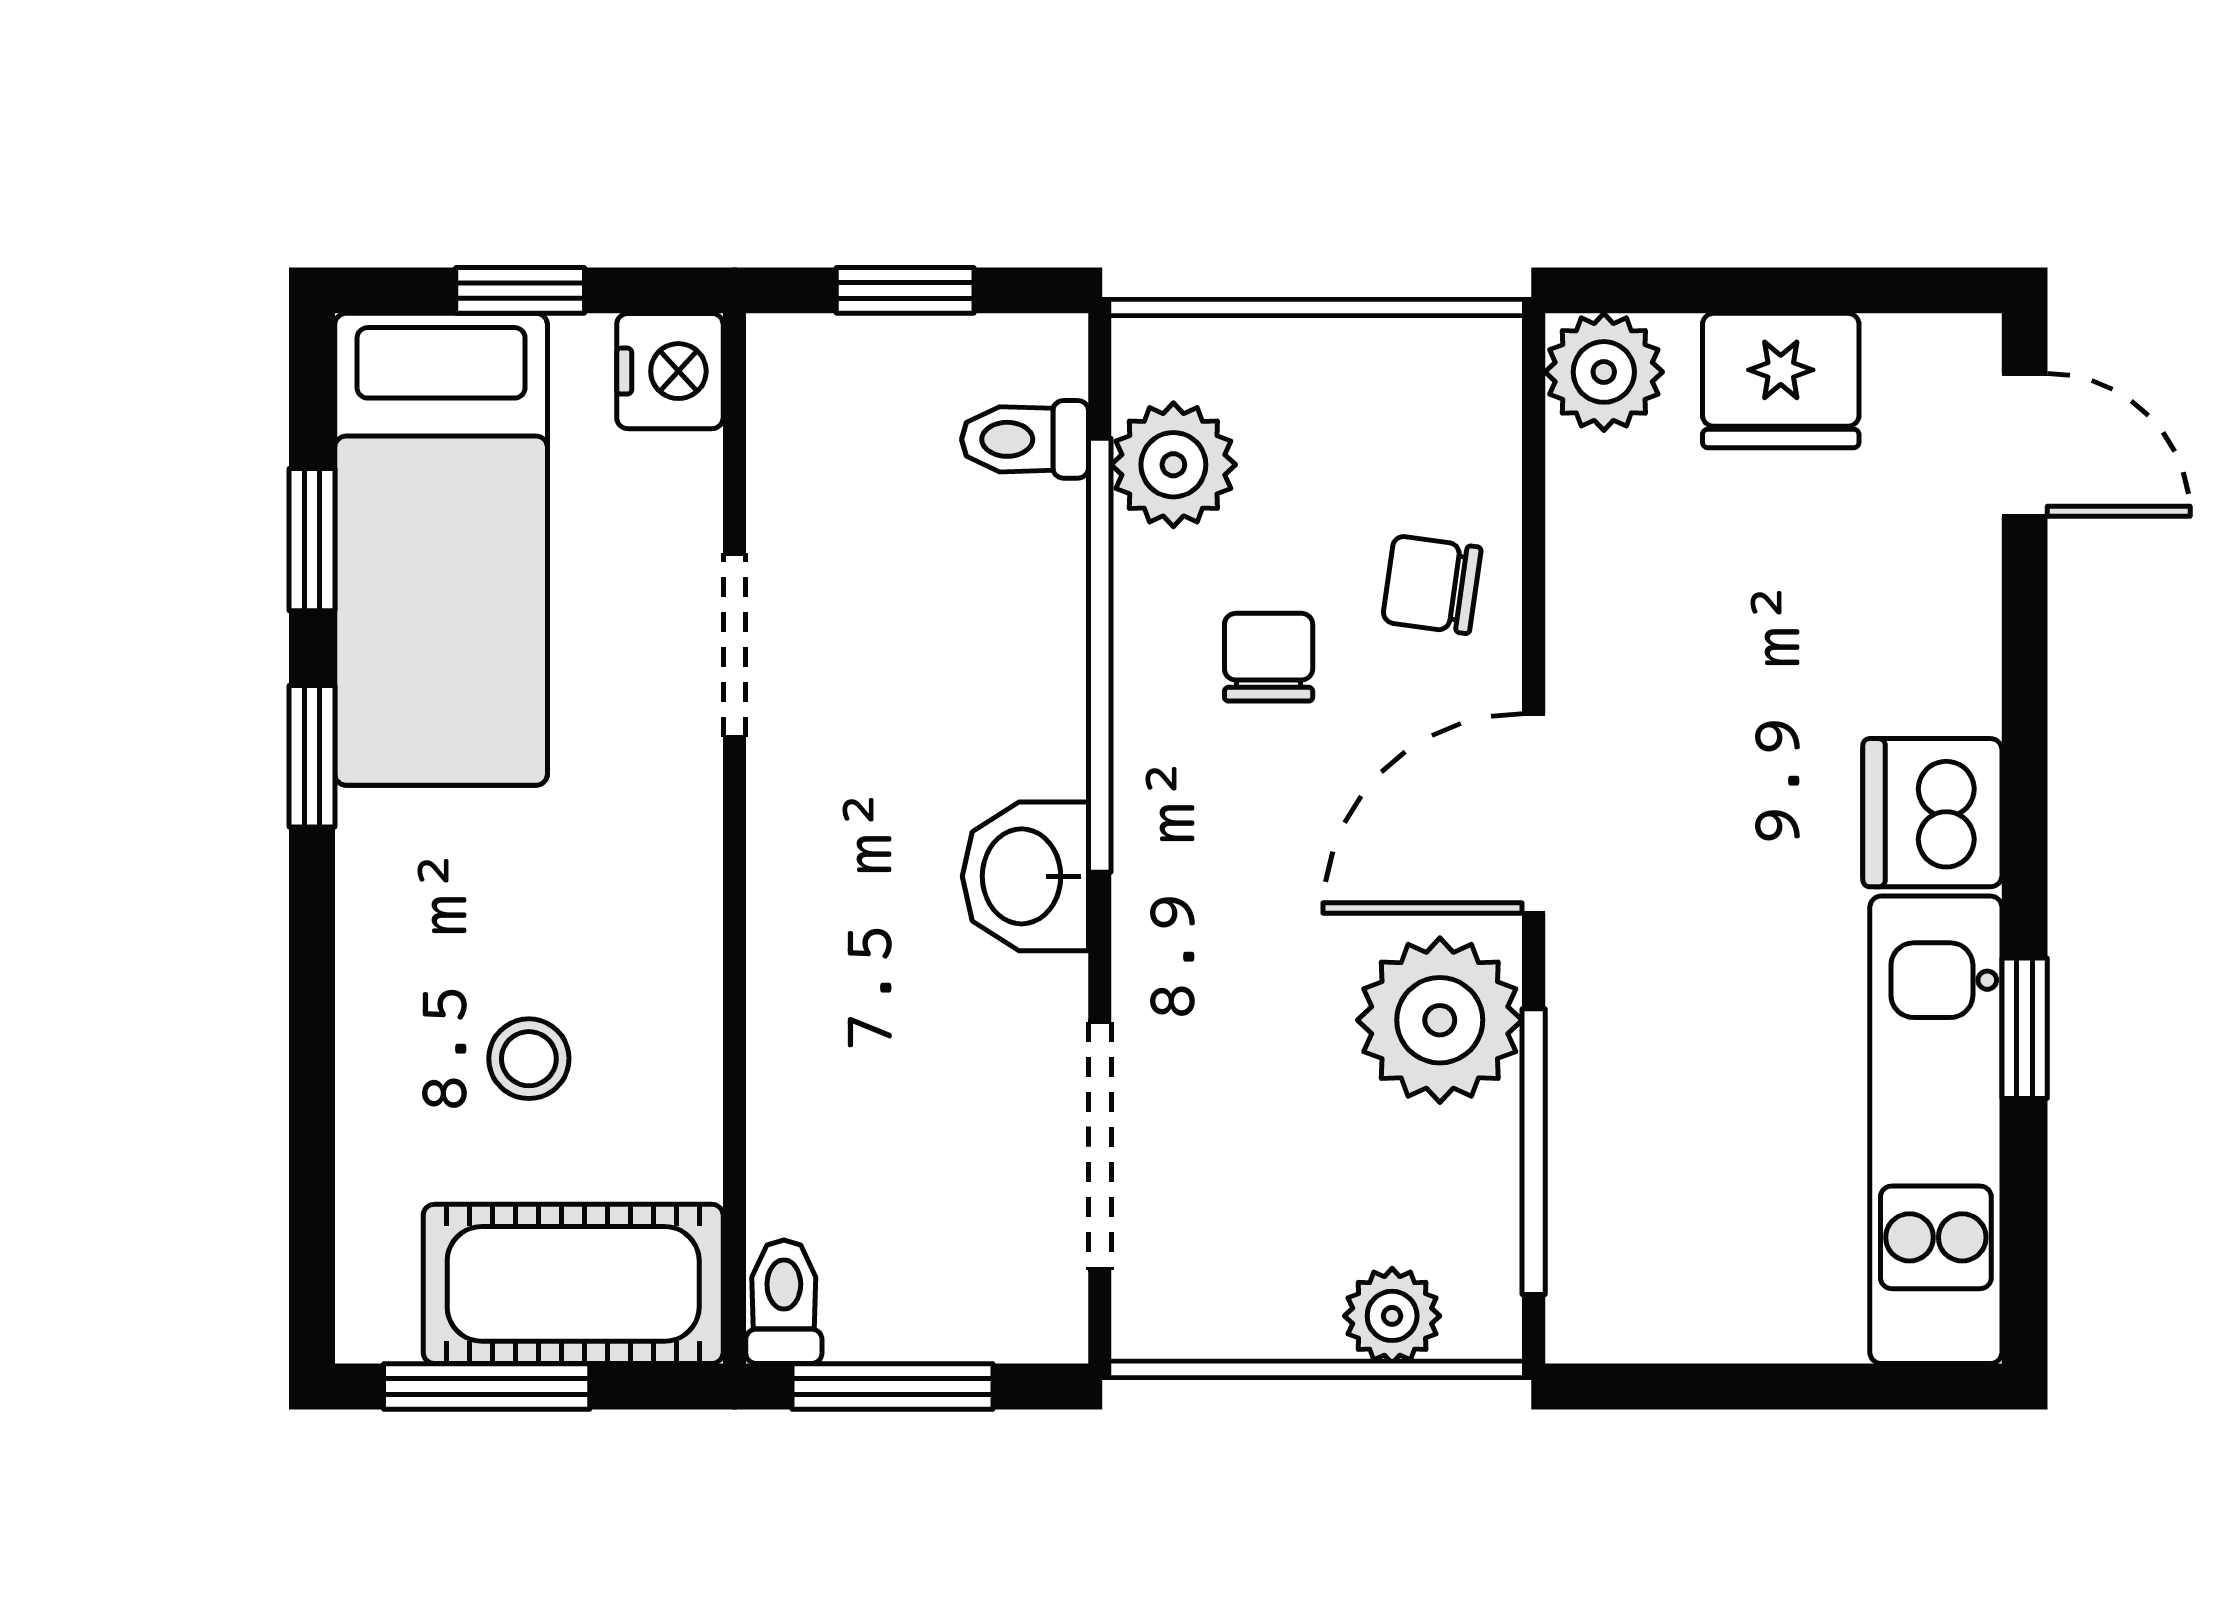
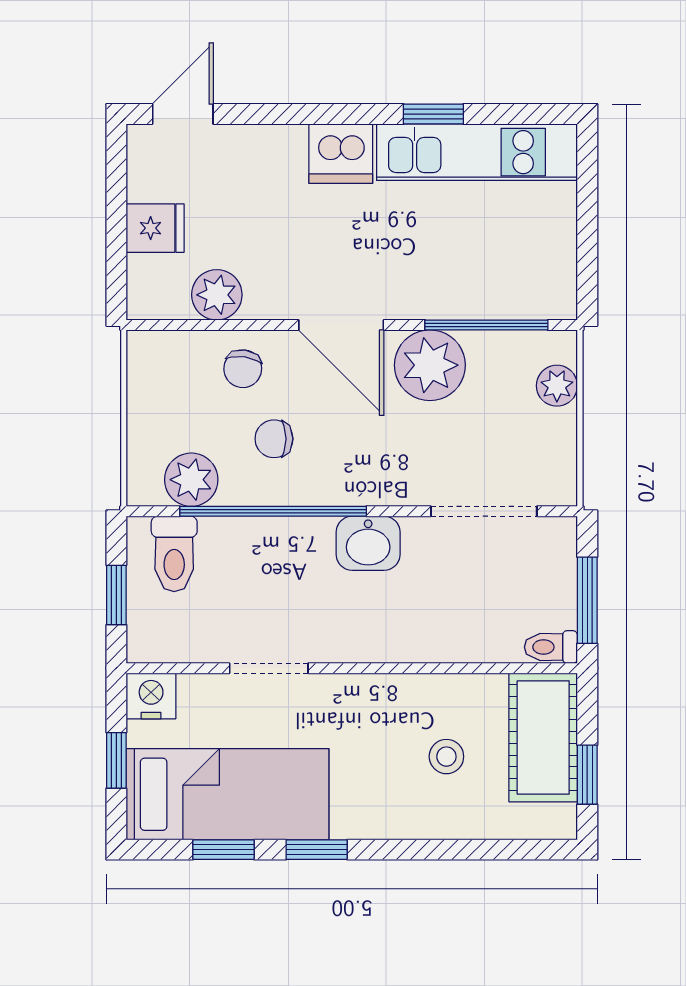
plant: (1604, 372) -> (217, 295), moved
fridge: (1781, 381) -> (155, 228), width x0.72
toilet: (1025, 439) -> (174, 554), width x1.37, depth x1.39
window: (487, 1386) -> (587, 775), width x0.67

